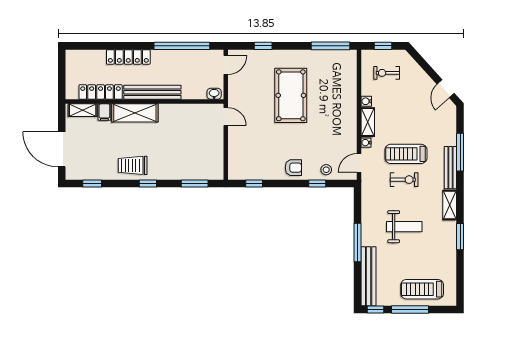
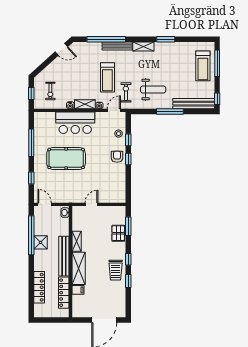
window: (331, 46) -> (31, 143), moved
locker: (128, 57) -> (39, 287), moved
shower: (172, 59) -> (41, 242), added
bar counter: (341, 108) -> (75, 123), added
shelving: (83, 110) -> (77, 241), moved
door: (226, 117) -> (91, 204), moved
window: (460, 152) -> (106, 39), width x1.46
door: (359, 163) -> (114, 110), swing flipped
pallet: (185, 169) -> (118, 233), added
exercise bike: (404, 180) -> (126, 92), moved
window: (92, 184) -> (128, 281), moved
window: (254, 184) -> (128, 159), moved
weight bench: (404, 227) -> (153, 89), moved, turned 90
window: (410, 309) -> (217, 63), moved

